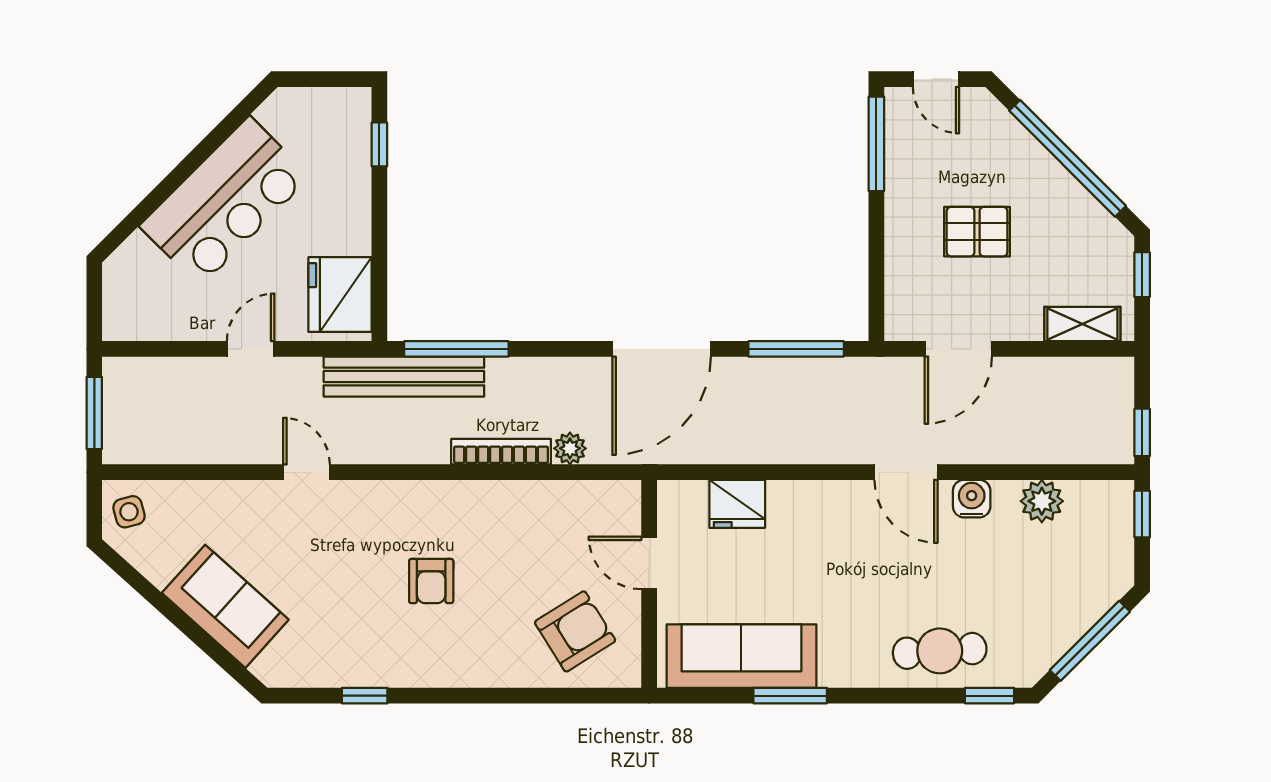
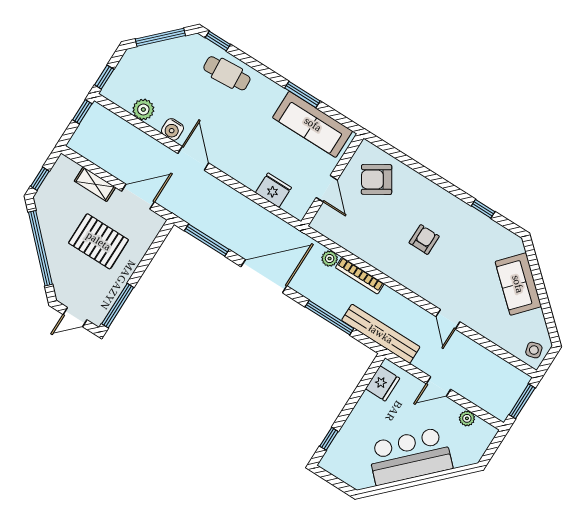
door: (936, 79) -> (75, 317), swing flipped
pallet: (977, 232) -> (99, 241), width x1.50, depth x1.42
fridge: (340, 295) -> (383, 383), width x0.73, depth x0.75
shelving: (1082, 324) -> (95, 184), moved
plant: (169, 326) -> (467, 418), added
window: (456, 349) -> (329, 318), moved

